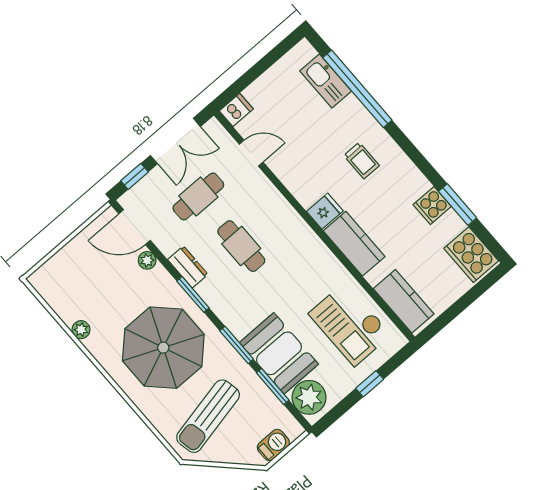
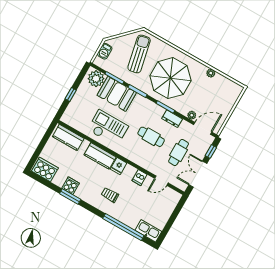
kitchen sink: (326, 81) -> (148, 231), moved
dishwasher: (236, 110) -> (139, 178), moved
window: (458, 204) -> (70, 196), moved
checkout: (350, 324) -> (108, 128), moved

